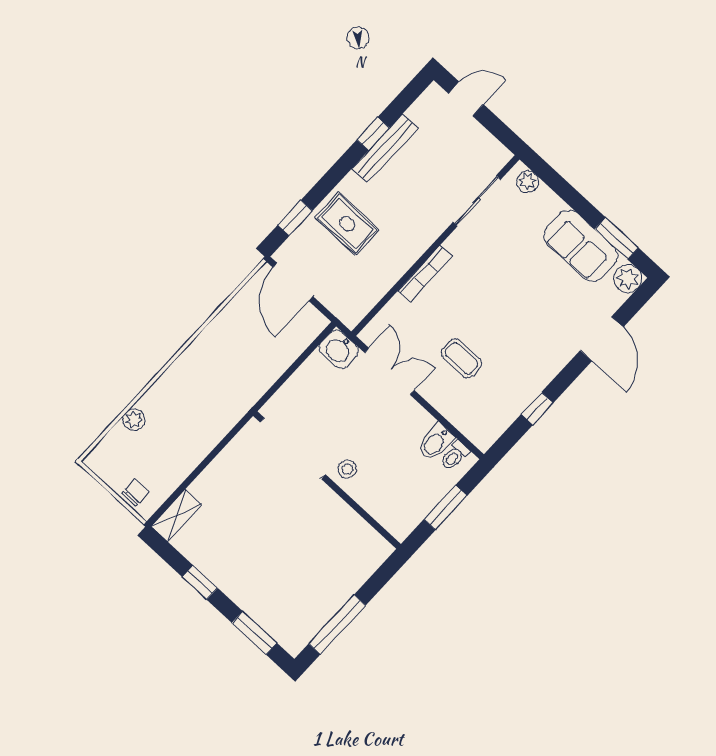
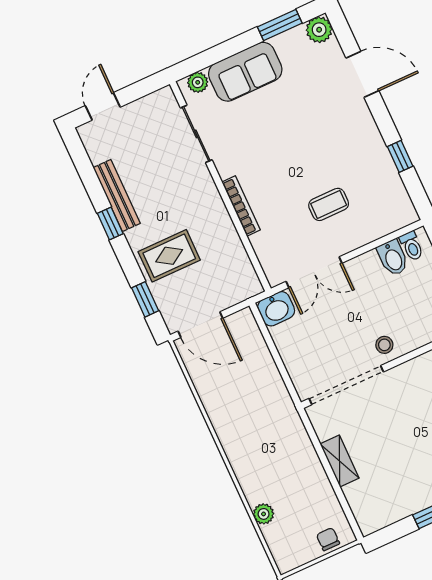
window: (373, 134) -> (110, 223), moved
sofa: (581, 246) -> (245, 72), moved
double door: (389, 371) -> (314, 272), swing flipped
shelving: (176, 515) -> (340, 461), moved

